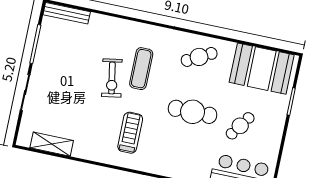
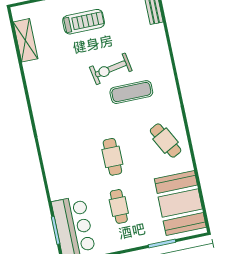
cafe table: (193, 112) -> (112, 157), width x0.73, depth x0.74
cafe table: (240, 126) -> (119, 206), turned 55
treadmill: (130, 133) -> (84, 22), moved

